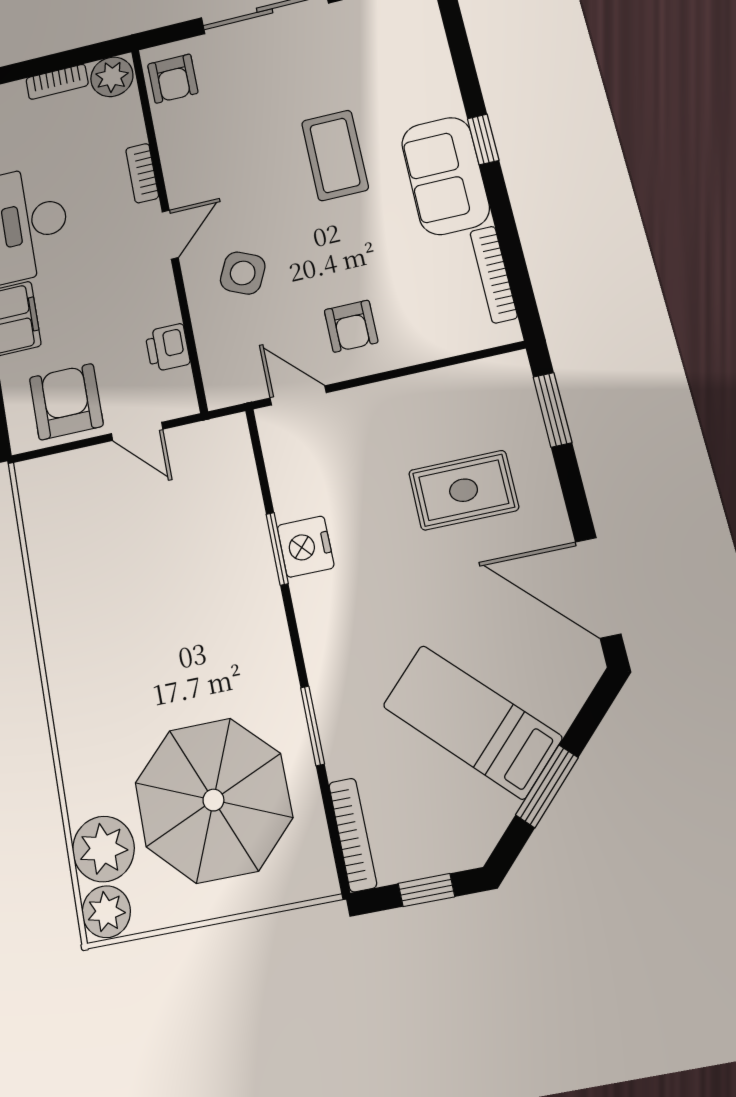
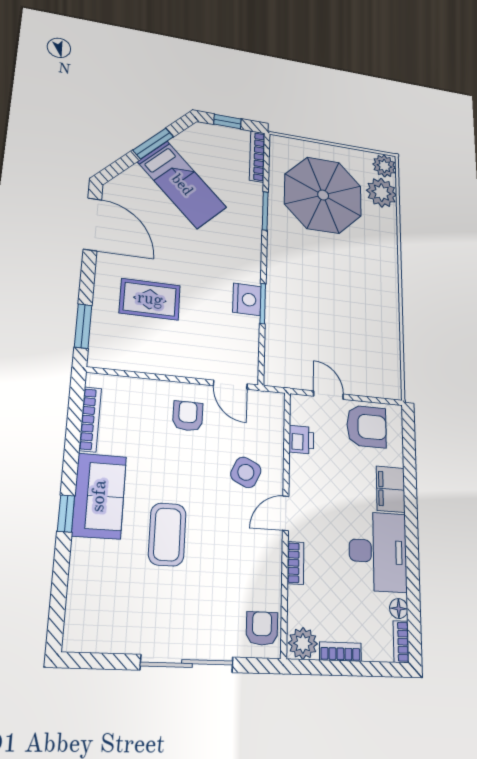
armchair: (66, 402) -> (367, 426), turned -90

